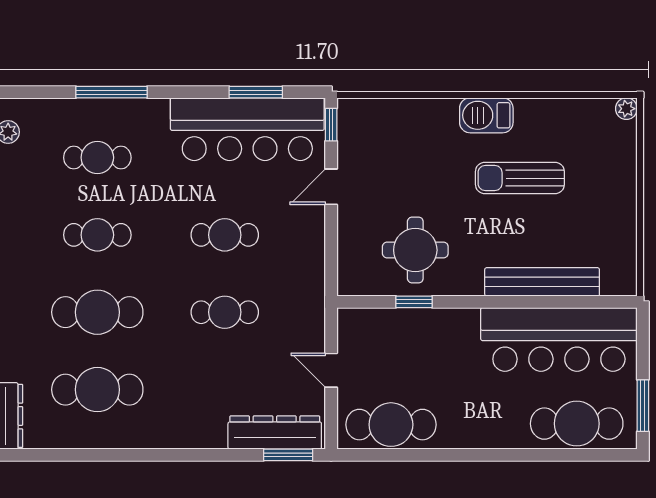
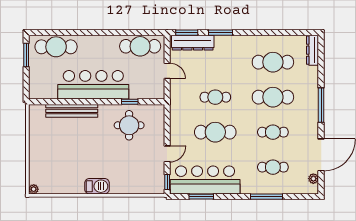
sun lounger: (520, 178) -> (82, 158), removed
cafe table: (225, 235) -> (215, 132), width x1.37, depth x1.35
bar counter: (559, 339) -> (93, 85), moved
window: (213, 455) -> (221, 33), added

